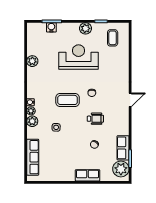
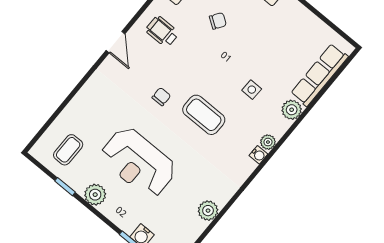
door: (130, 100) -> (115, 42), swing flipped
wheelchair: (95, 119) -> (162, 32), moved
plant: (32, 121) -> (292, 110), moved

